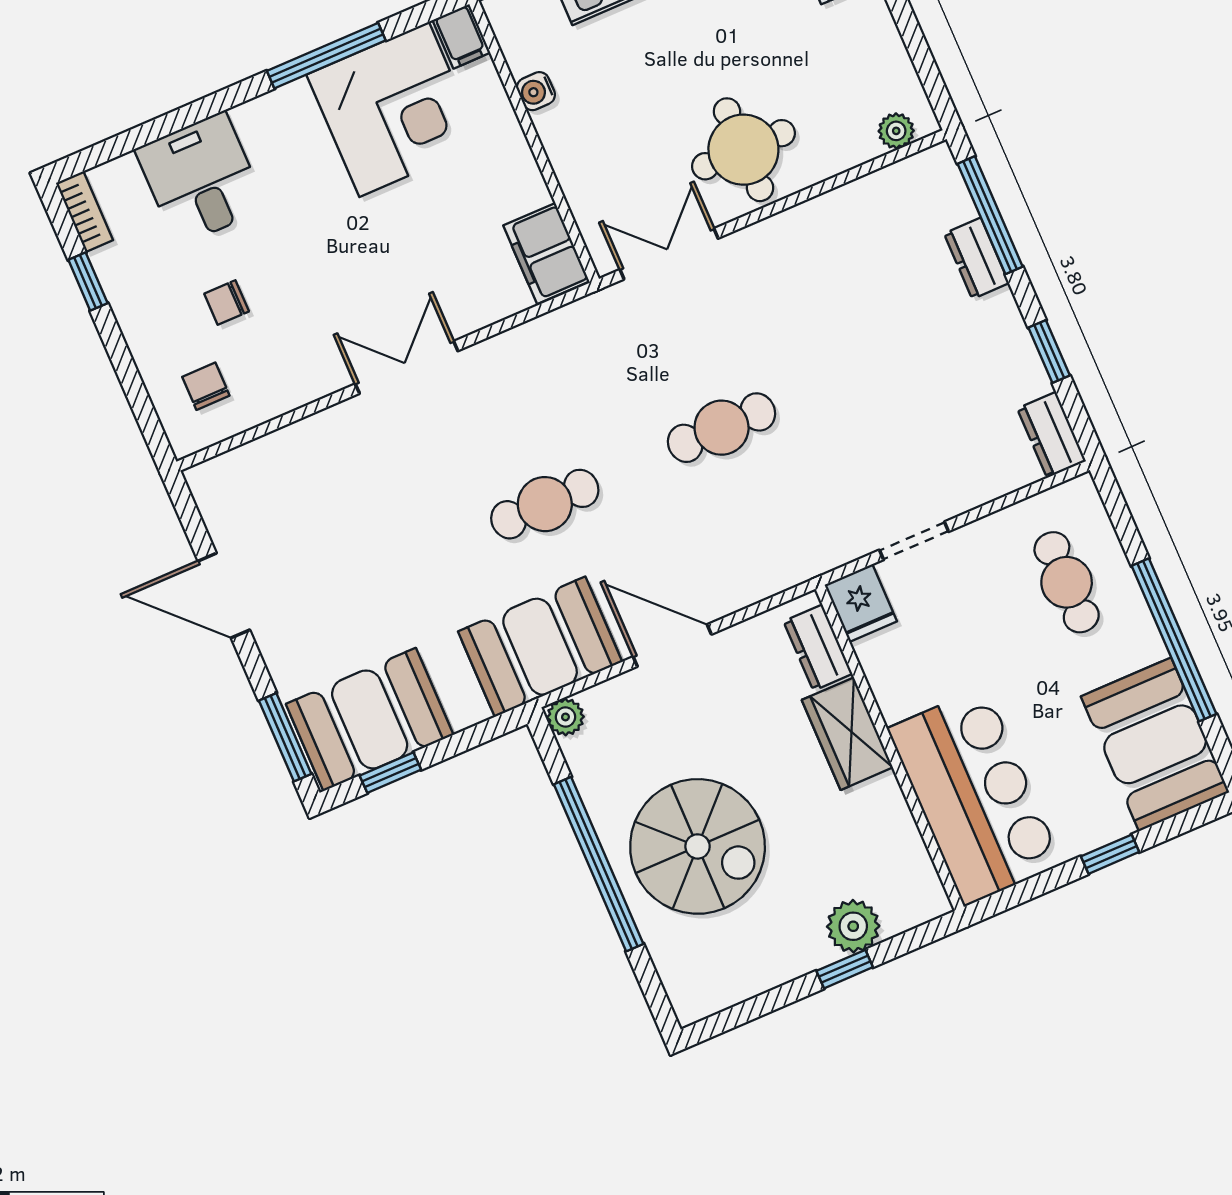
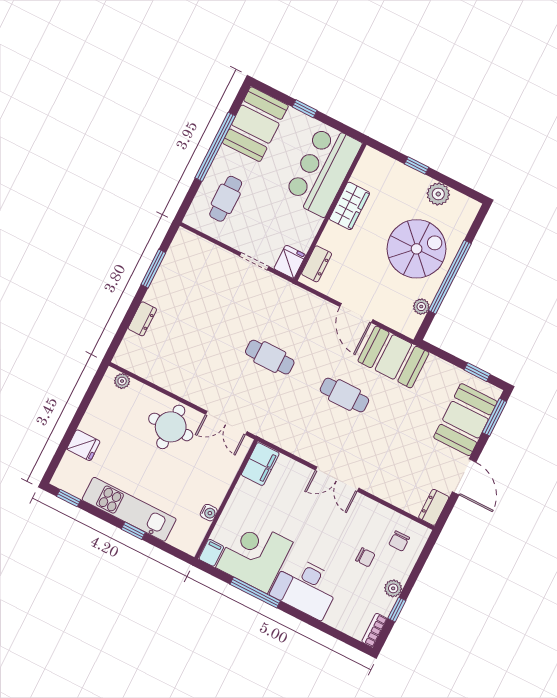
desk: (201, 179) -> (306, 587), moved, width x1.37
window: (990, 215) -> (124, 326), removed
plant: (131, 306) -> (393, 588), added
window: (1049, 352) -> (153, 269), width x1.50
dresser: (1052, 435) -> (434, 507), moved, turned 180
plant: (565, 717) -> (421, 307), moved
booth: (370, 719) -> (465, 420), moved, turned 90
wardrobe: (847, 734) -> (349, 206), moved
spiral stairs: (698, 846) -> (417, 249), turned 90
plant: (853, 926) -> (438, 194), moved

